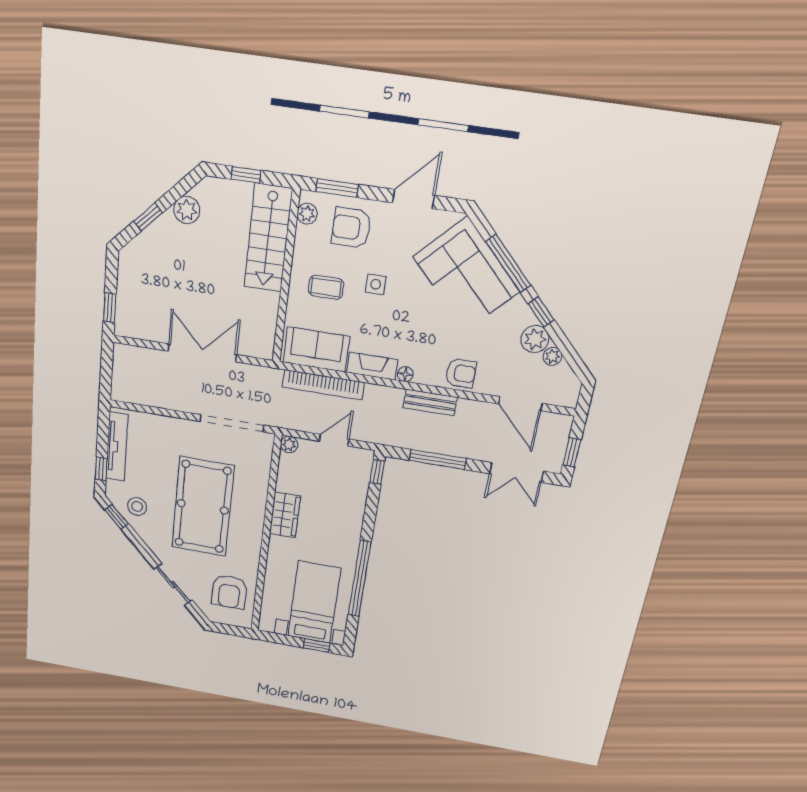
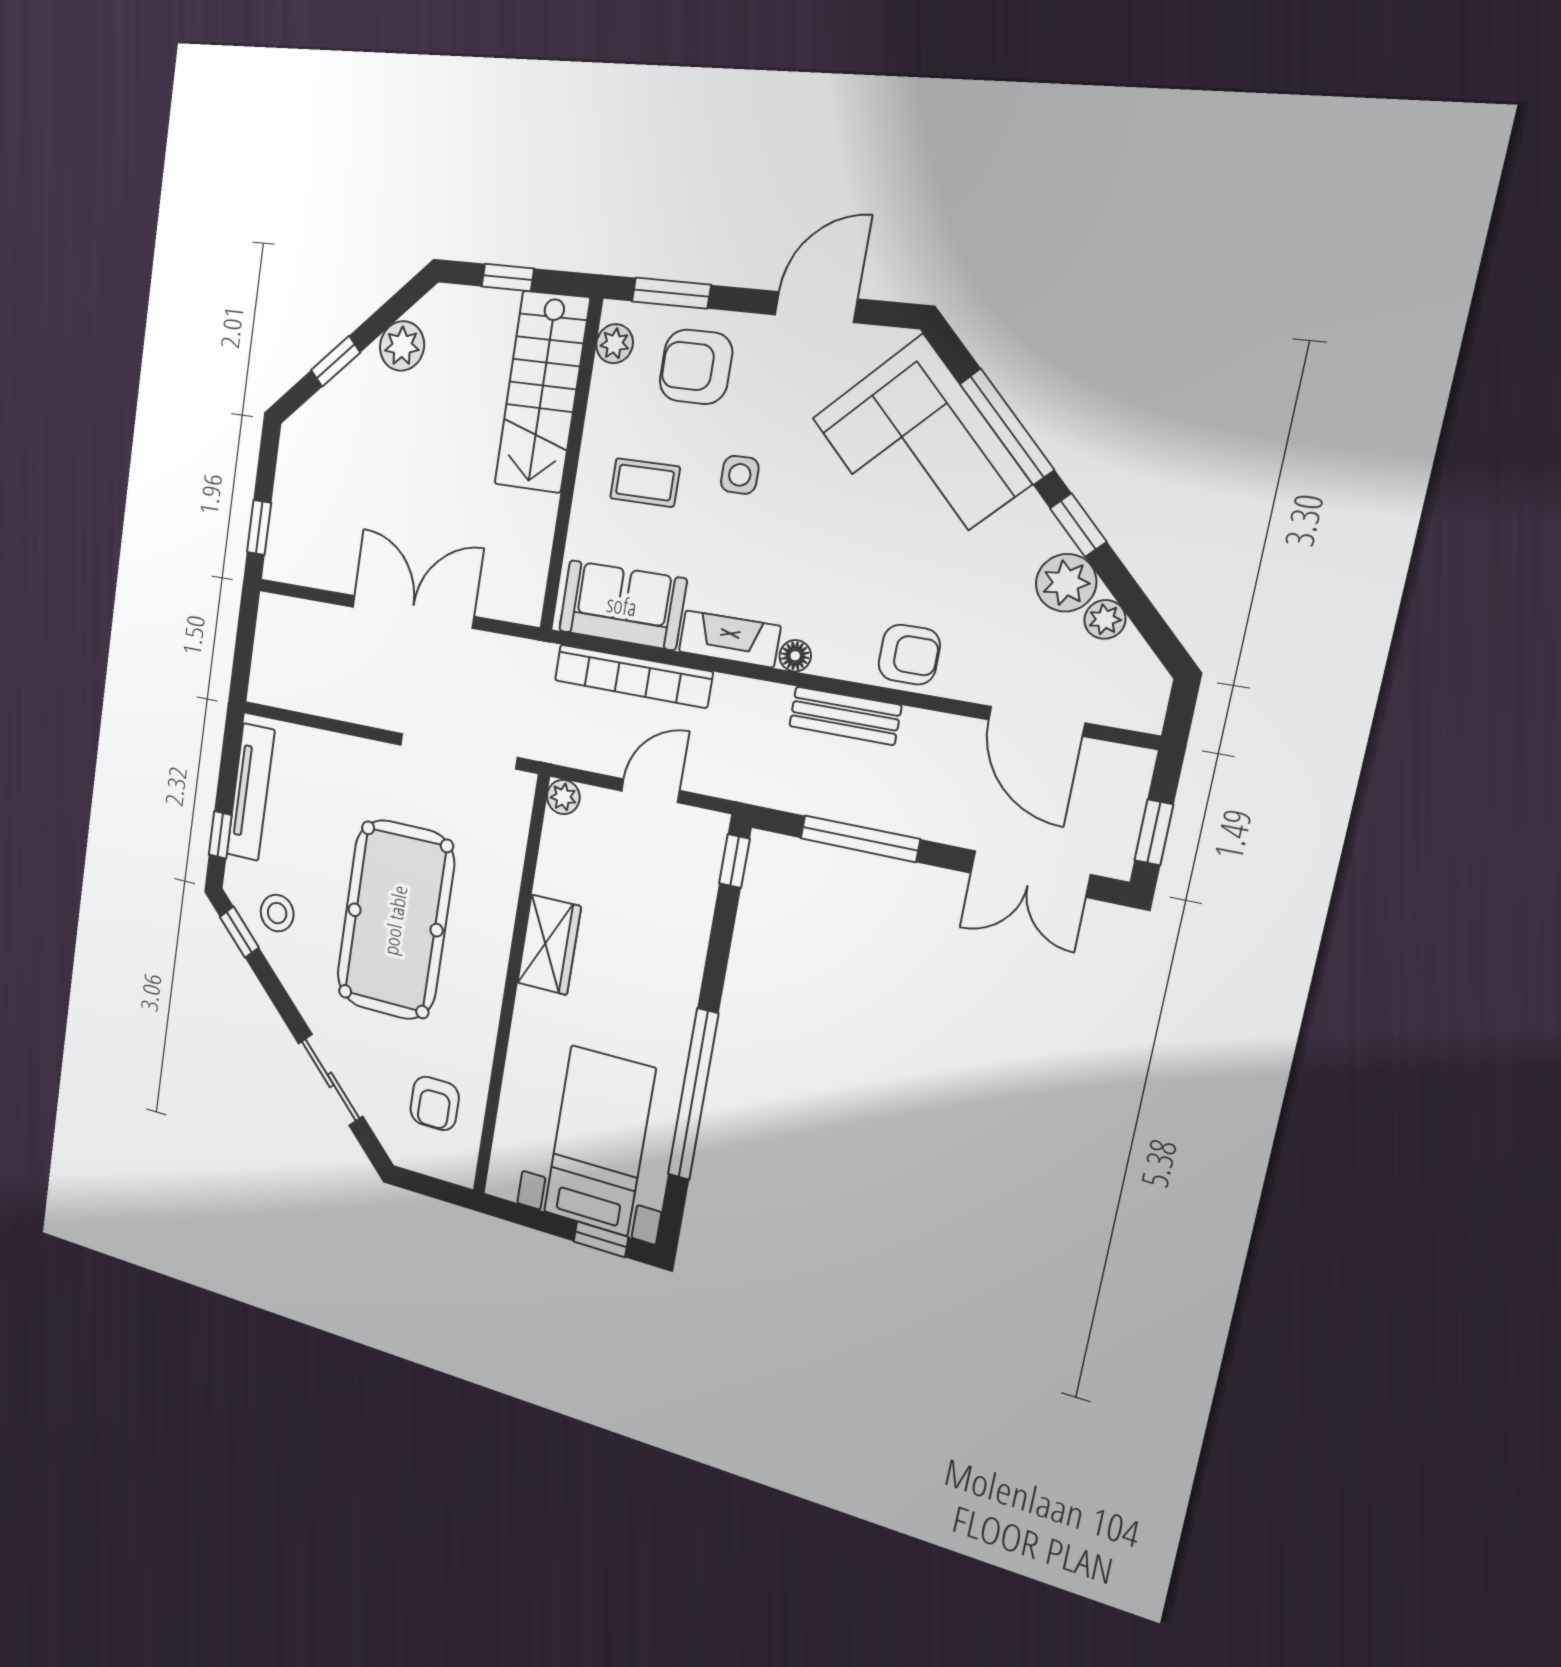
armchair: (229, 592) -> (435, 1103), width x0.72, depth x0.72

